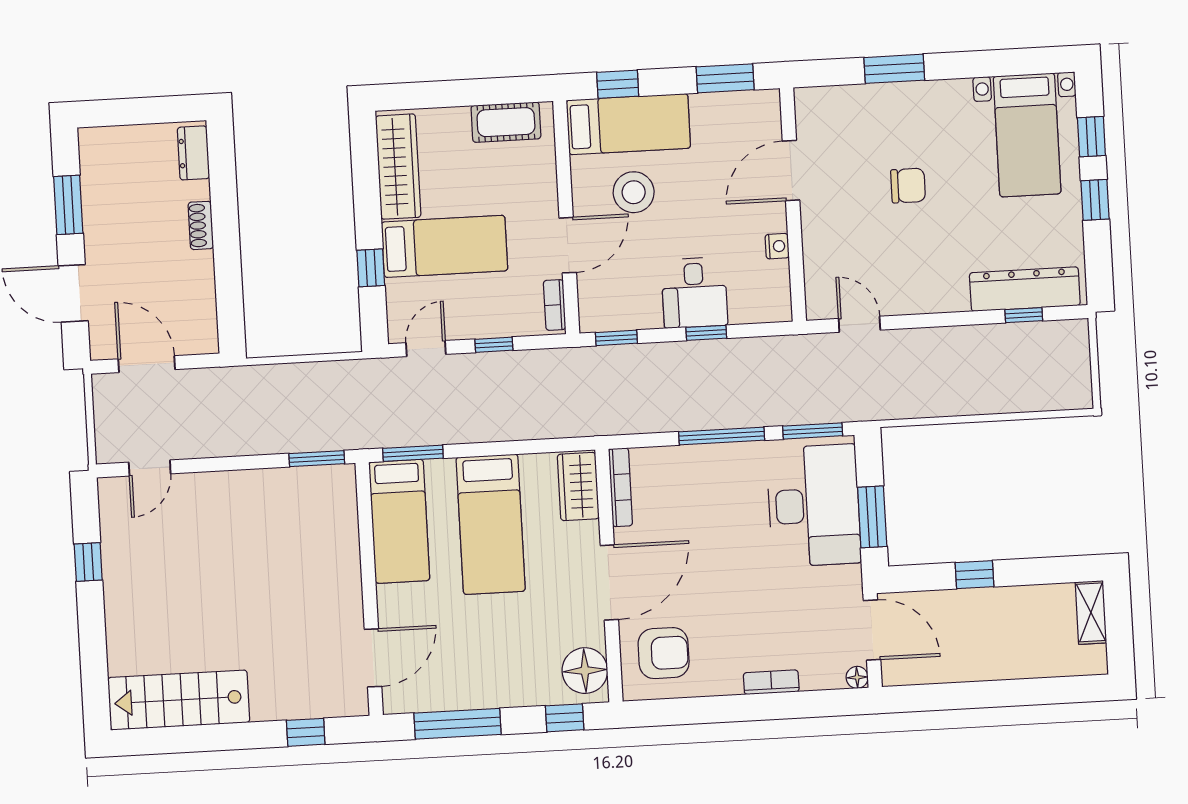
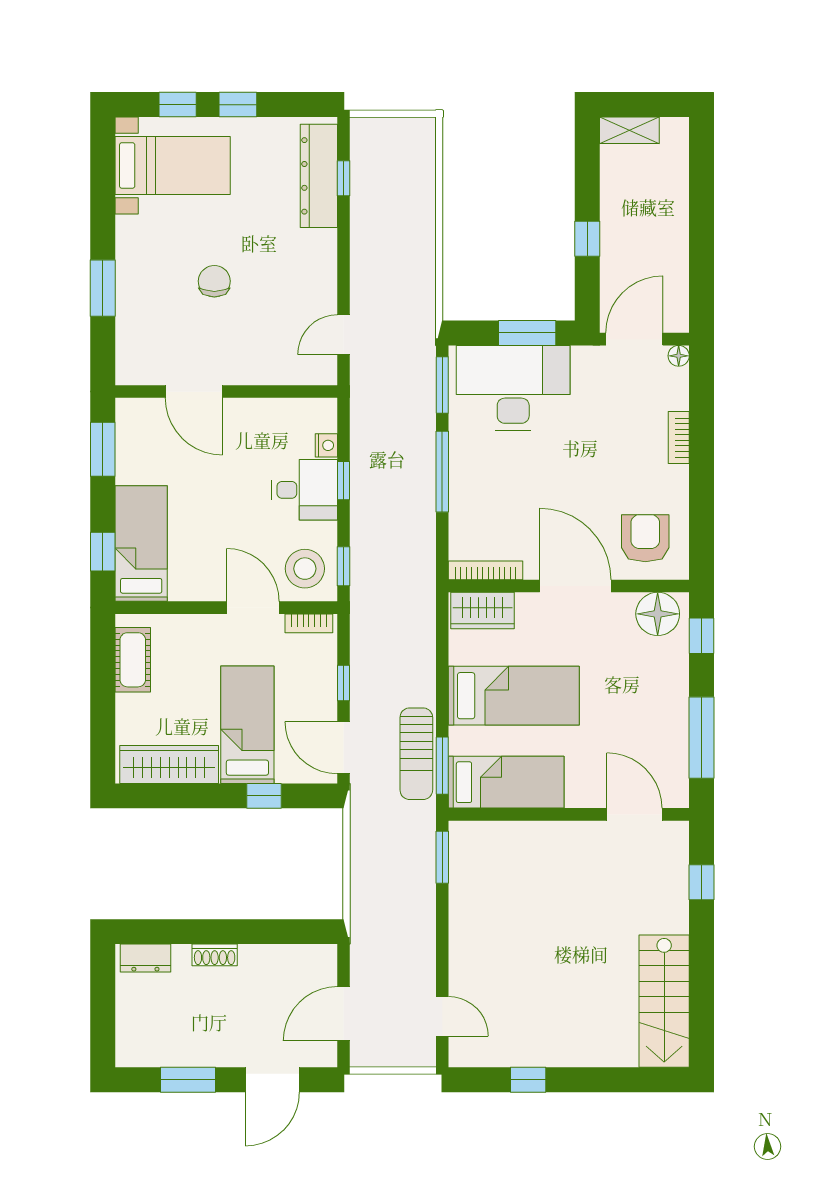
stool: (634, 192) -> (305, 569), moved
nightstand: (777, 246) -> (326, 445), moved, turned 90
door: (426, 349) -> (343, 748), width x1.38
sun lounger: (424, 425) -> (416, 754), added

